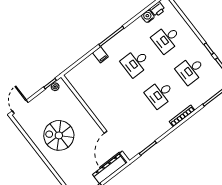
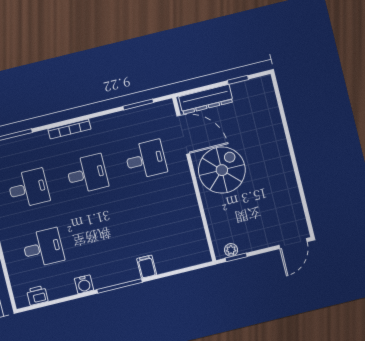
water cooler: (148, 16) -> (84, 284), moved
desk: (136, 63) -> (146, 160), moved
spiral stairs: (59, 135) -> (222, 170), moved, turned -90
door: (113, 142) -> (183, 135), hinge flipped

